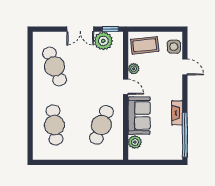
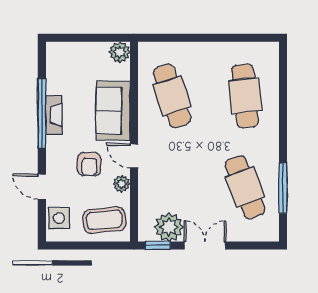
window: (30, 66) -> (283, 188), added
armchair: (154, 81) -> (89, 164), added
cafe table: (101, 125) -> (172, 96), turned -39
window: (185, 135) -> (42, 113), moved
plant: (135, 142) -> (120, 52), moved

